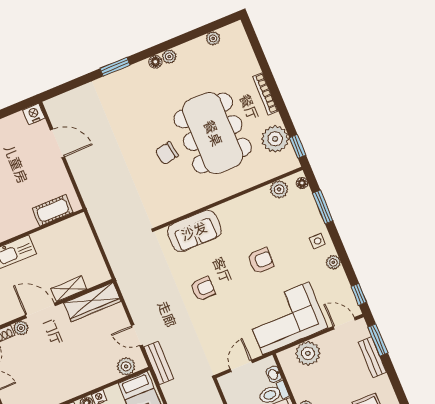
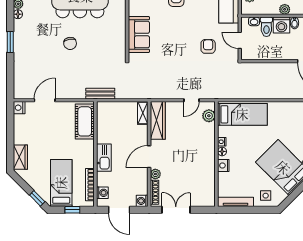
chair: (167, 153) -> (70, 43), moved
cot: (53, 210) -> (85, 121), width x1.37, depth x1.34
shelving: (69, 289) -> (143, 113), moved
armchair: (203, 289) -> (208, 46), moved
bench: (159, 363) -> (100, 94), moved

